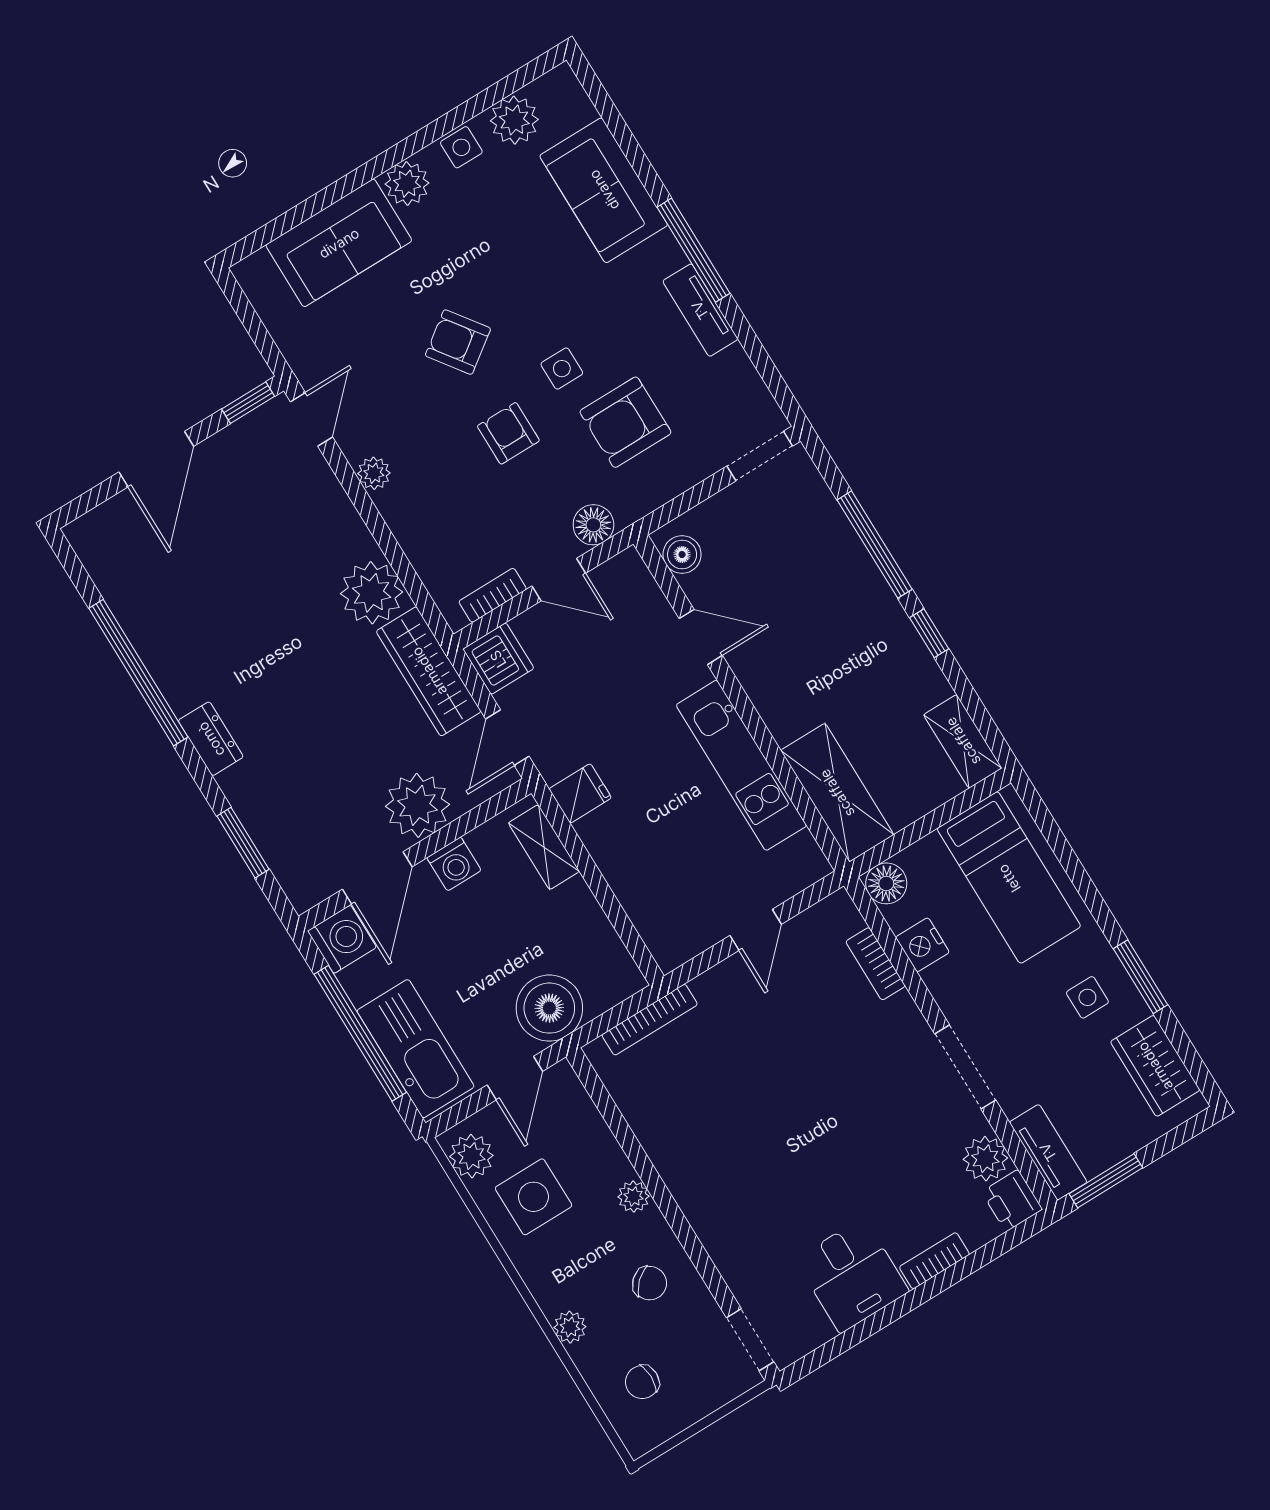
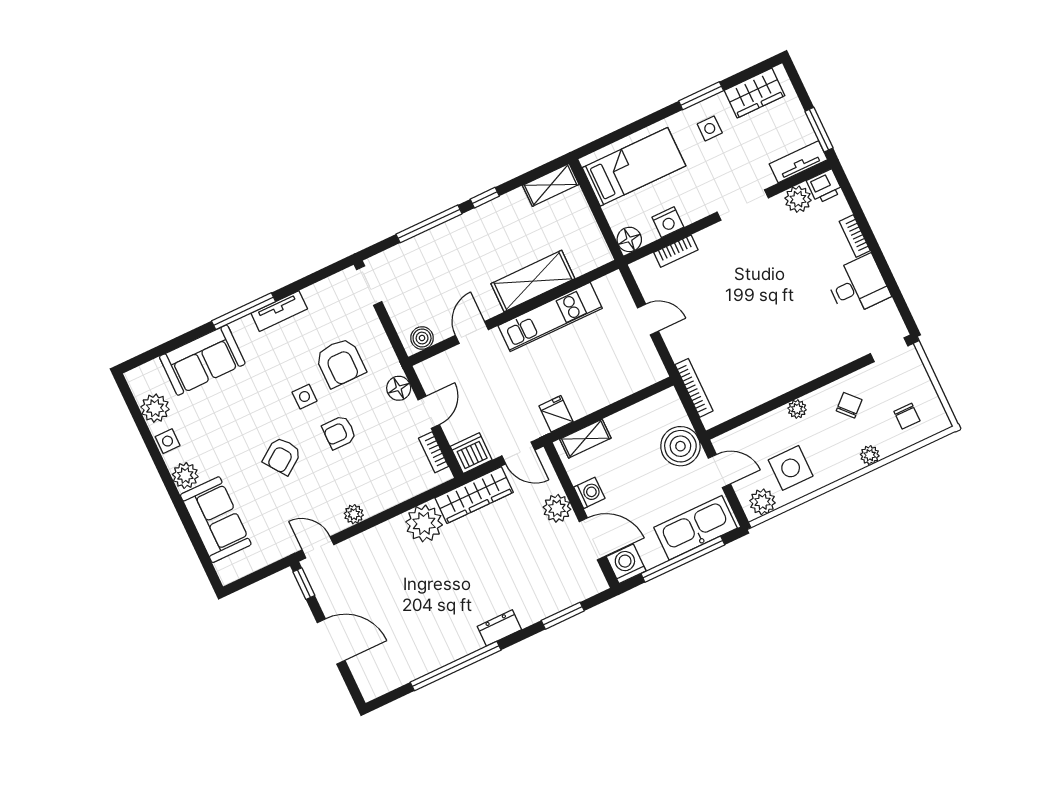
shelving: (837, 793) -> (533, 281), moved
plant: (417, 805) -> (557, 508), width x0.73, depth x0.73

